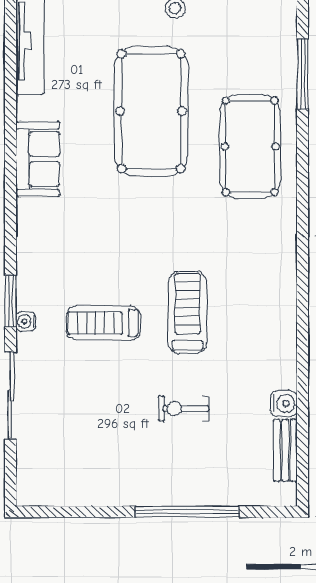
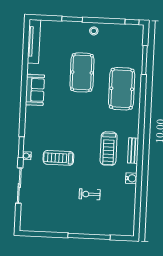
pool table: (151, 111) -> (82, 72), width x0.73, depth x0.76
treadmill: (188, 312) -> (109, 149), moved, turned 180
water cooler: (284, 404) -> (131, 178), moved
bench: (285, 450) -> (133, 151), moved

